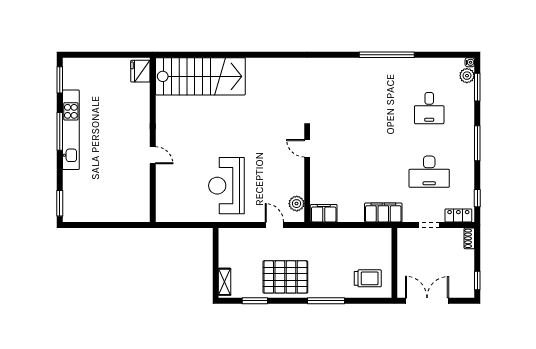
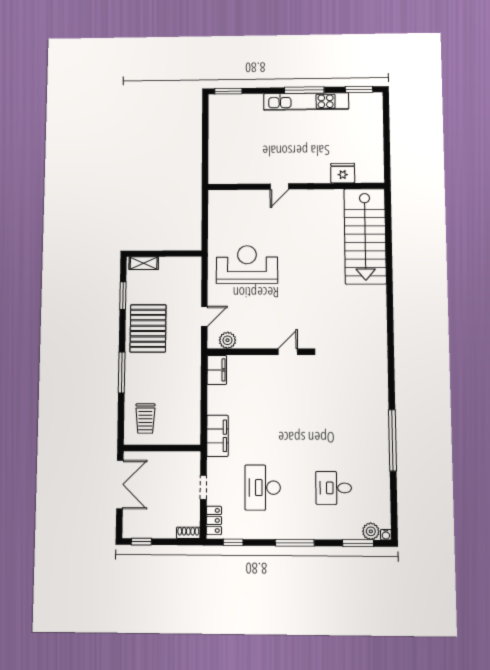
fridge: (140, 71) -> (343, 173), moved

